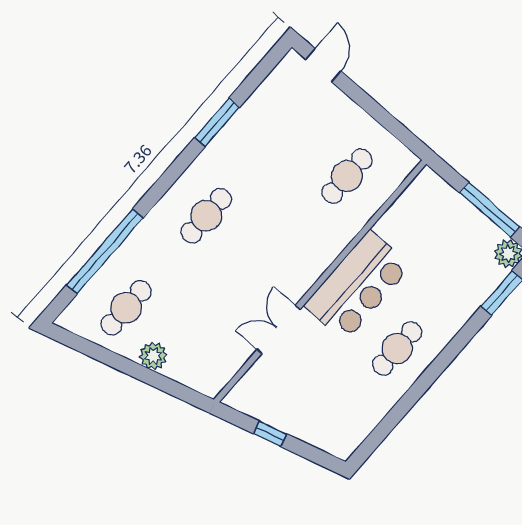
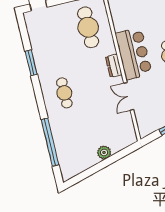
cafe table: (347, 176) -> (88, 27), width x1.37, depth x1.35
dresser: (313, 267) -> (114, 66), added
cafe table: (126, 308) -> (78, 150), removed

